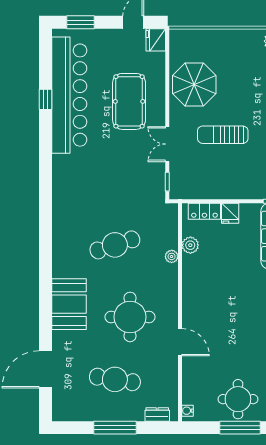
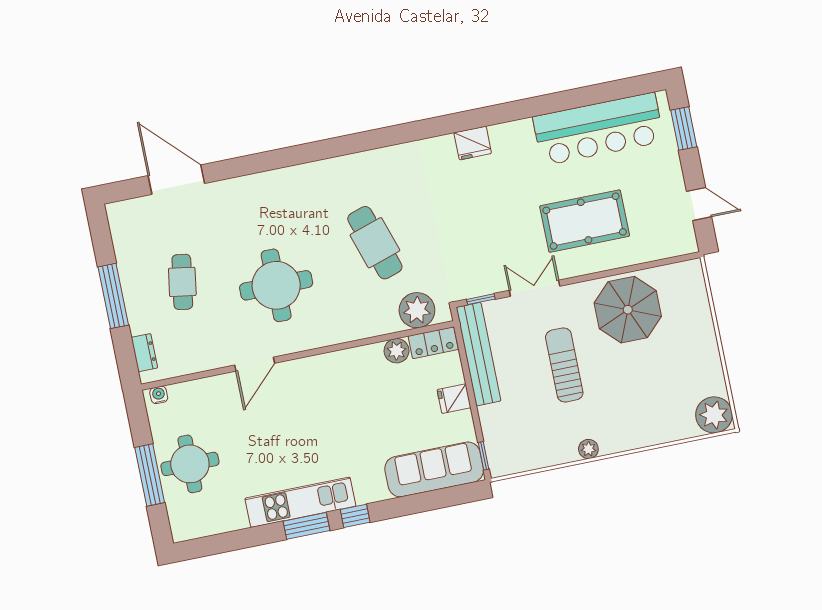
fridge: (156, 40) -> (473, 143), moved, turned 180
bar counter: (69, 95) -> (598, 129), width x0.73
window: (45, 99) -> (563, 101), removed
bench: (204, 191) -> (479, 354), added
locker: (204, 211) -> (433, 343), moved, turned -90
plant: (172, 256) -> (417, 310), moved, width x1.88, depth x1.88
booth: (69, 304) -> (277, 194), removed
cafe table: (115, 379) -> (182, 282), width x0.73, depth x0.74

